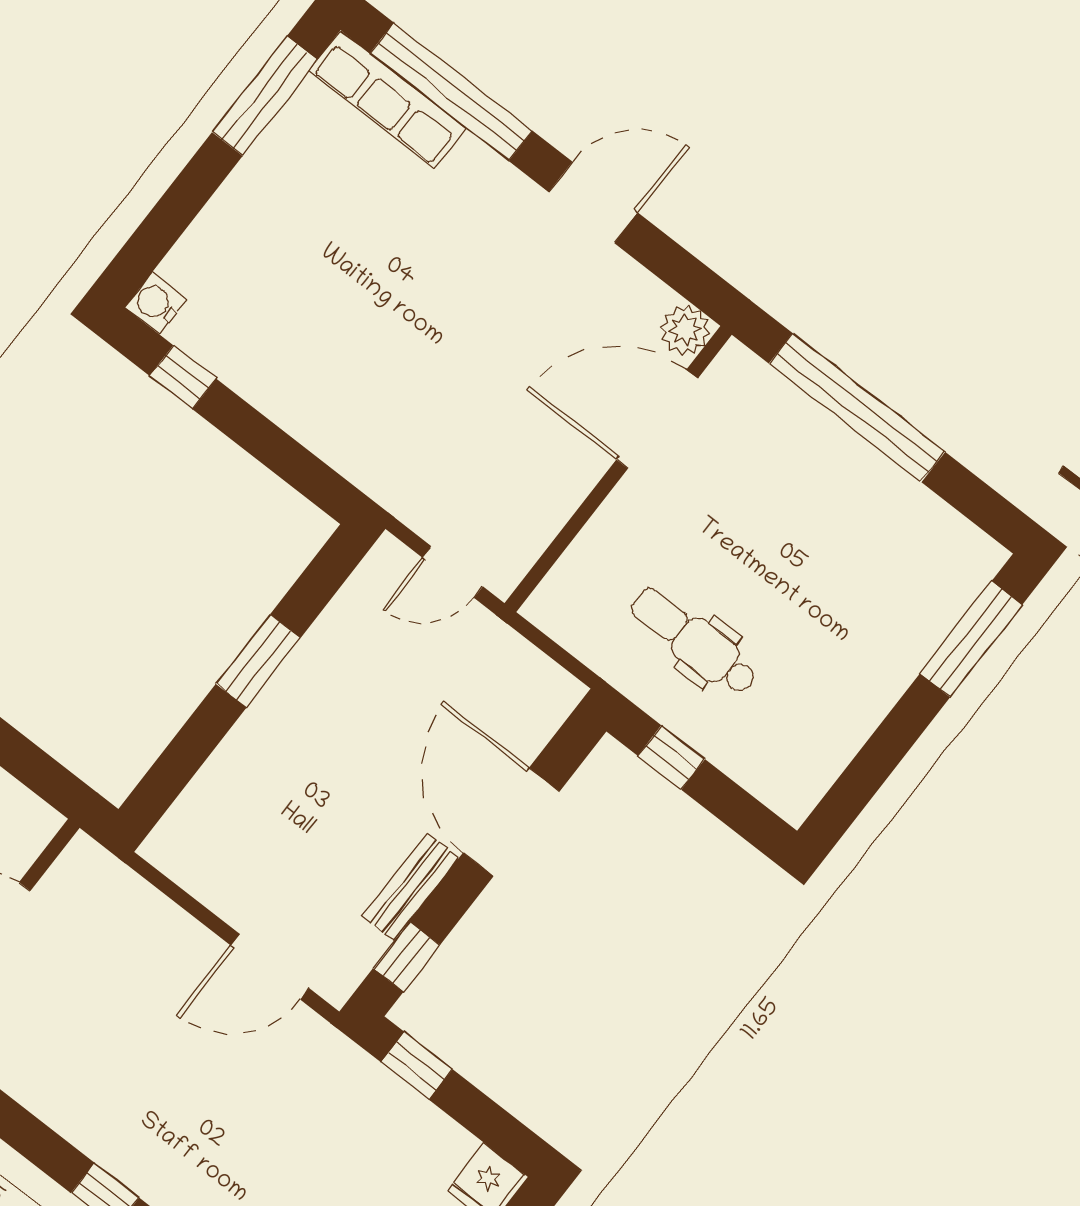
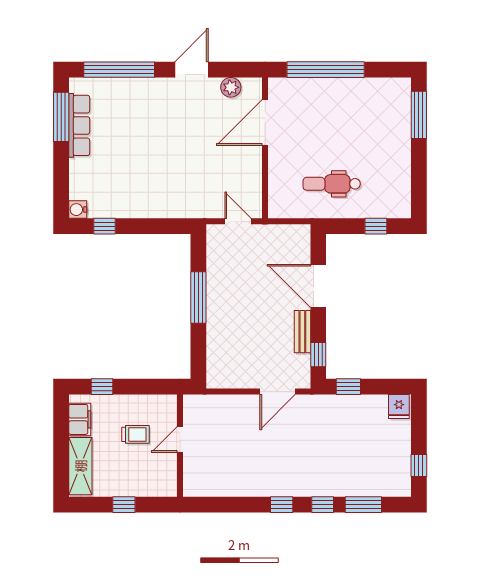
row of seats: (388, 99) -> (79, 125), moved, turned -90
plant: (685, 330) -> (231, 87), moved
door: (453, 572) -> (238, 221), swing flipped
window: (258, 661) -> (198, 297), width x1.44
window: (671, 757) -> (376, 226), moved

